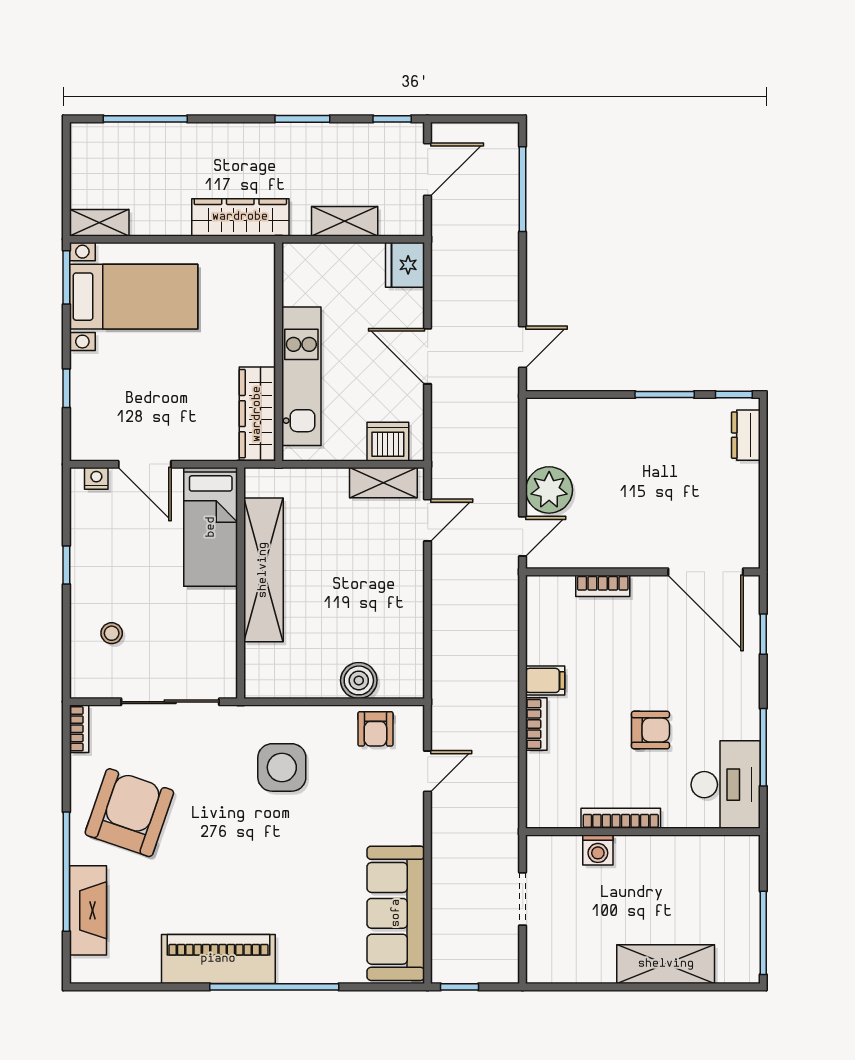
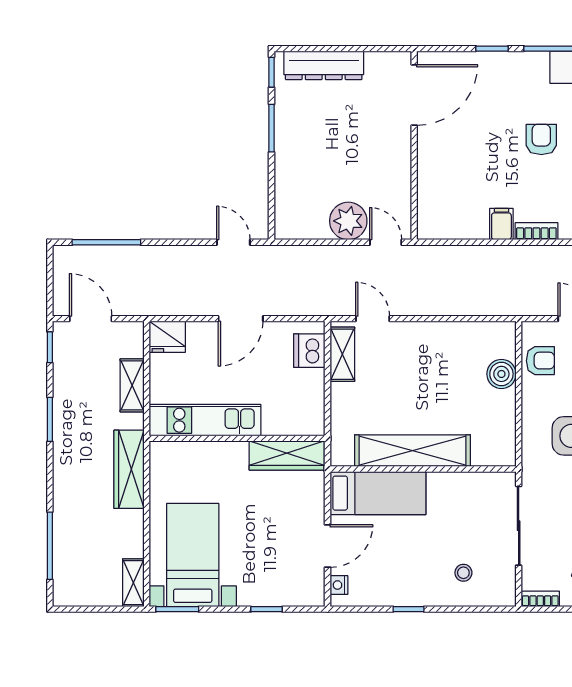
kitchen unit: (301, 376) -> (205, 420), moved
dresser: (746, 435) -> (324, 65), width x1.96, depth x1.24
bookcase: (603, 586) -> (425, 178), removed
window: (763, 634) -> (492, 49), moved

